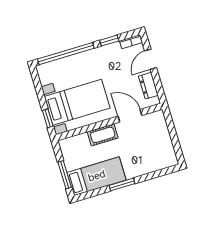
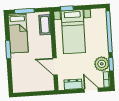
plant: (112, 53) -> (102, 64), added
door: (130, 116) -> (55, 66), swing flipped
cot: (103, 135) -> (45, 25), moved

